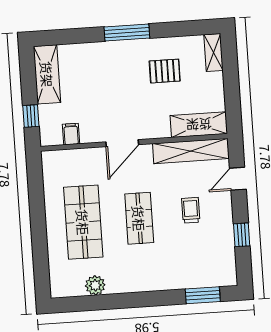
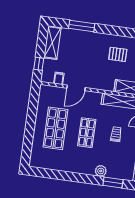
window: (127, 32) -> (82, 26), moved
door: (122, 143) -> (76, 88), moved
plant: (95, 285) -> (101, 171), moved

